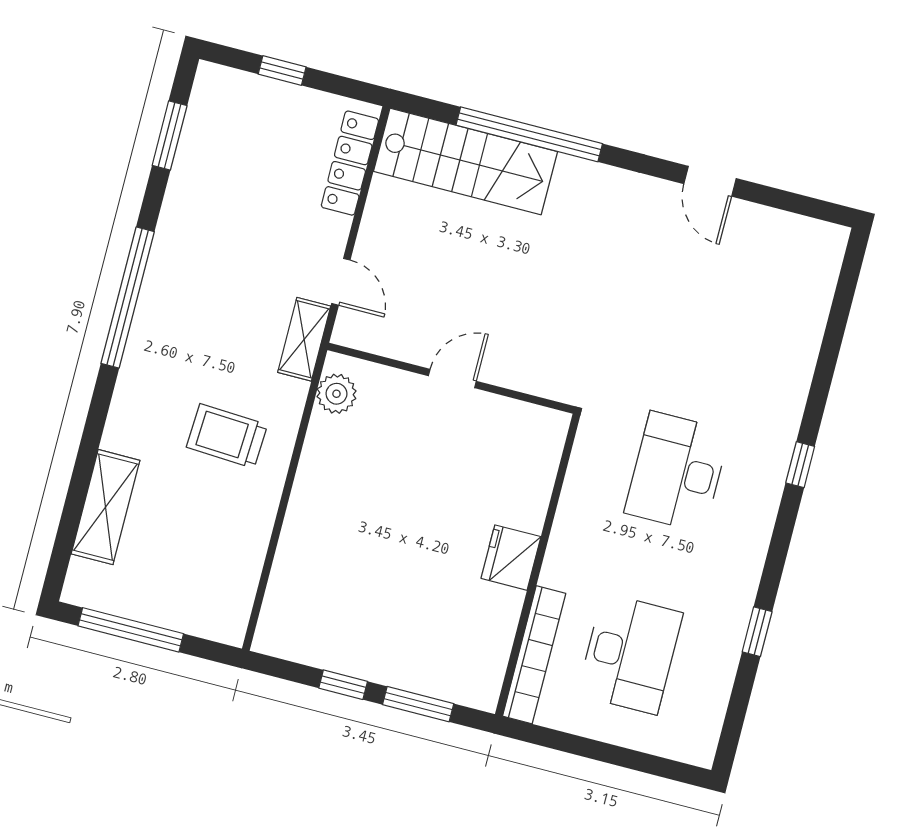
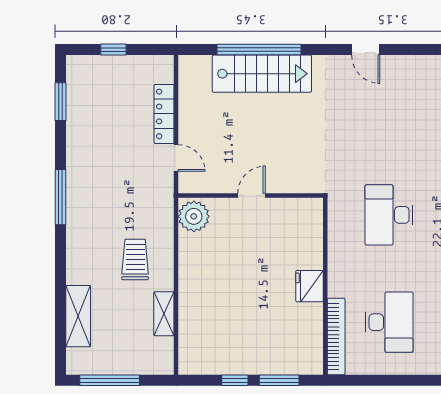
stairs: (465, 161) -> (262, 74), moved
locker: (350, 163) -> (164, 114), moved
window: (128, 297) -> (60, 197), width x0.68
shelving: (304, 339) -> (164, 314), moved
plant: (336, 394) -> (194, 216), width x1.36, depth x1.36
trolley: (227, 436) -> (135, 259), turned 87

